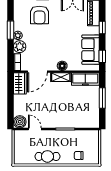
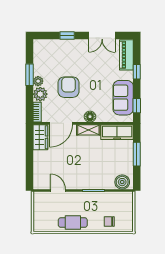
armchair: (39, 15) -> (69, 87), moved, turned 180
boiler: (20, 122) -> (122, 182), moved

